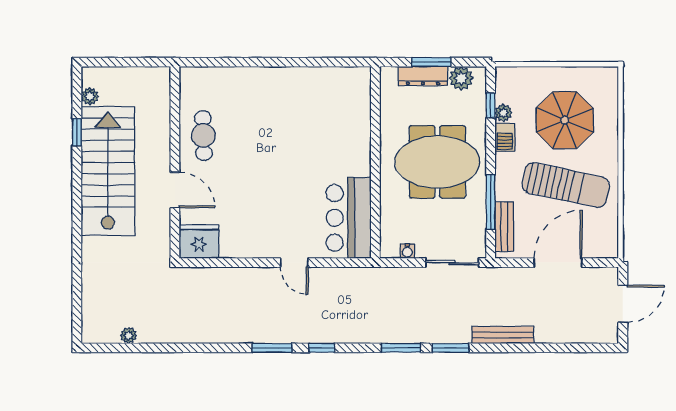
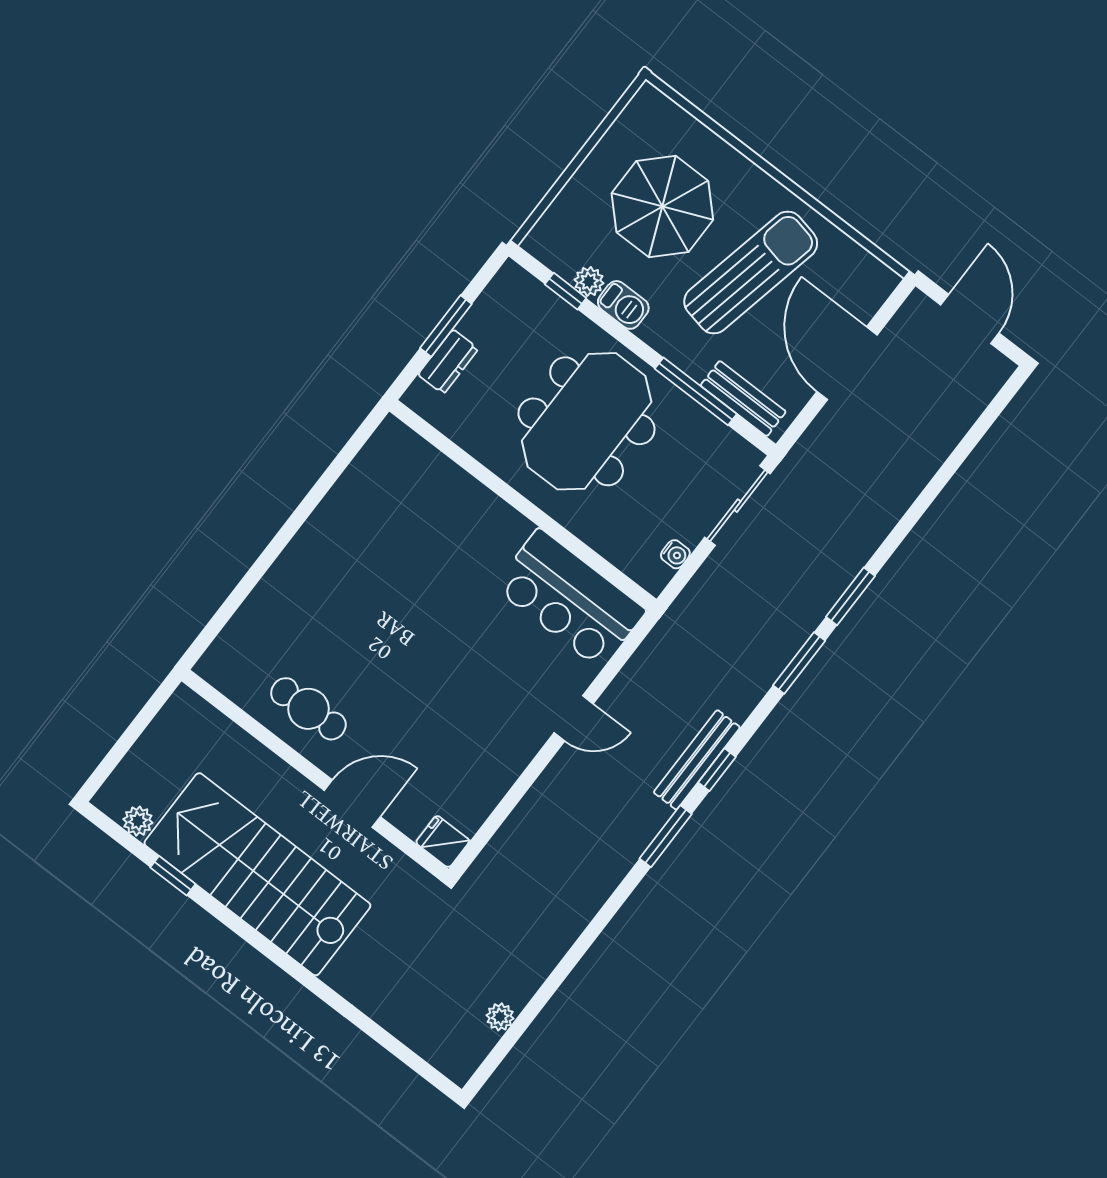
dresser: (423, 76) -> (448, 362), width x0.70
plant: (461, 78) -> (499, 303), removed
fridge: (199, 242) -> (443, 842), width x0.53, depth x0.75
bench: (503, 335) -> (697, 760), moved

